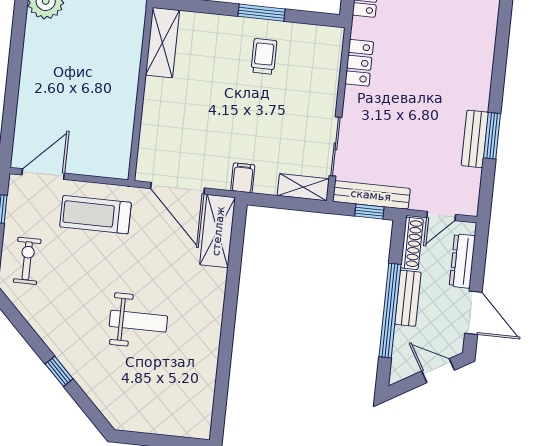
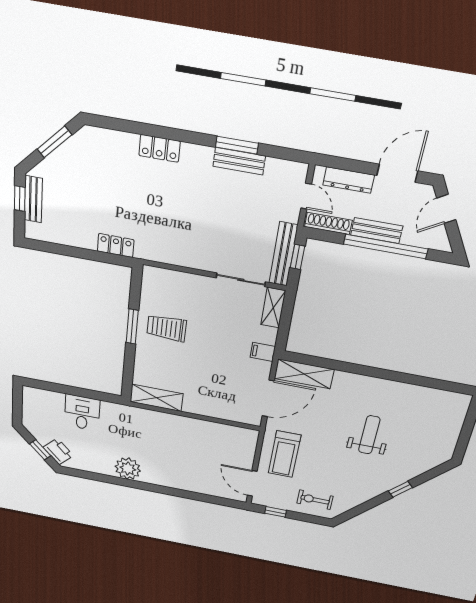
trolley: (264, 56) -> (167, 328), width x1.36, depth x1.39
locker: (359, 63) -> (160, 148), moved, turned 180

